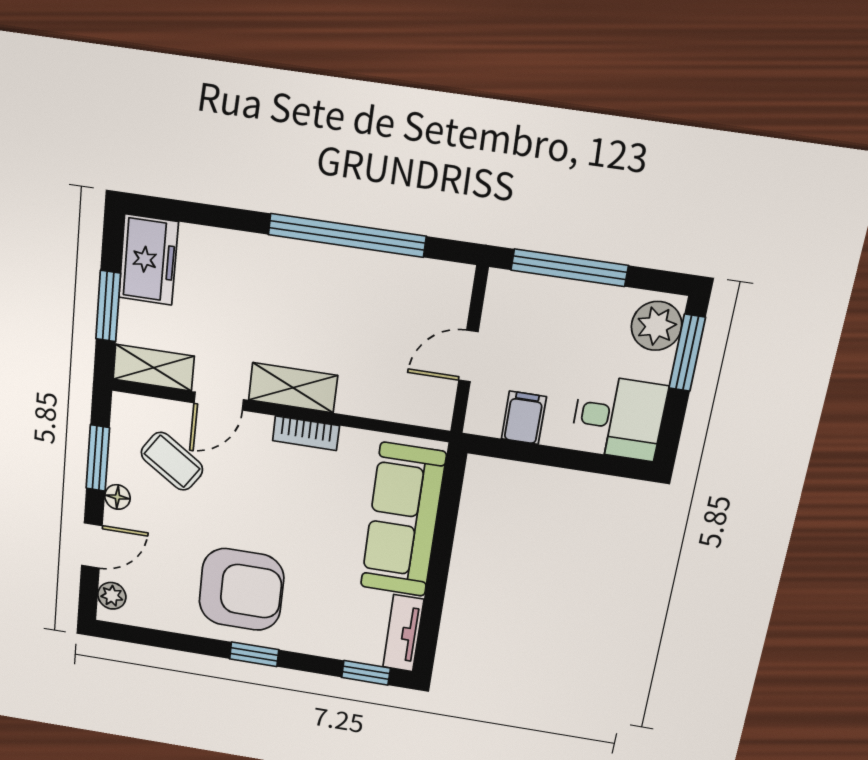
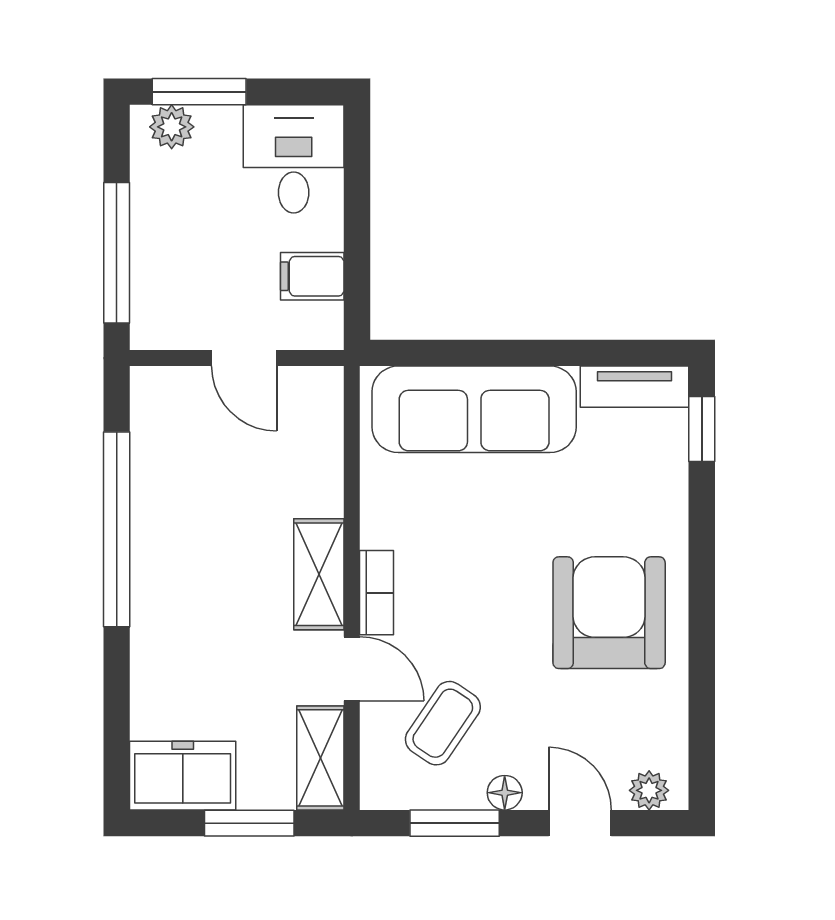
plant: (656, 326) -> (172, 127), width x0.73, depth x0.73
bookcase: (306, 433) -> (376, 593), moved
window: (254, 654) -> (702, 585), removed

